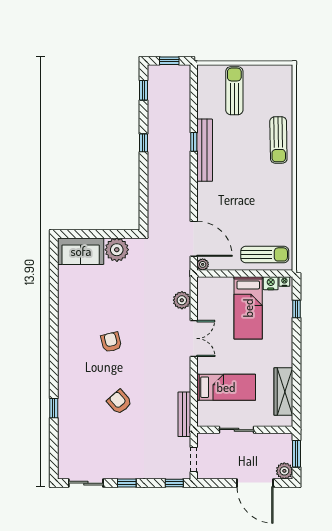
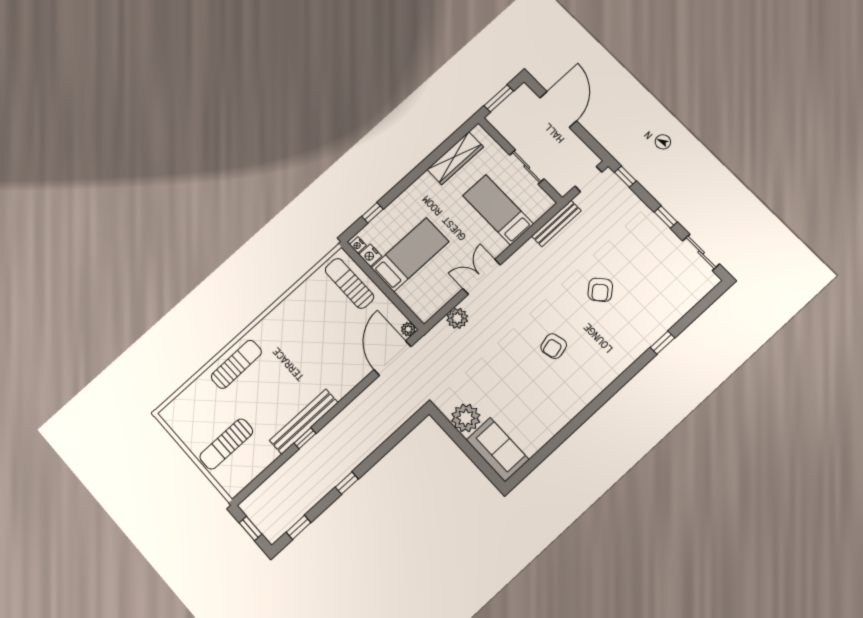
plant: (284, 471) -> (524, 95), removed

